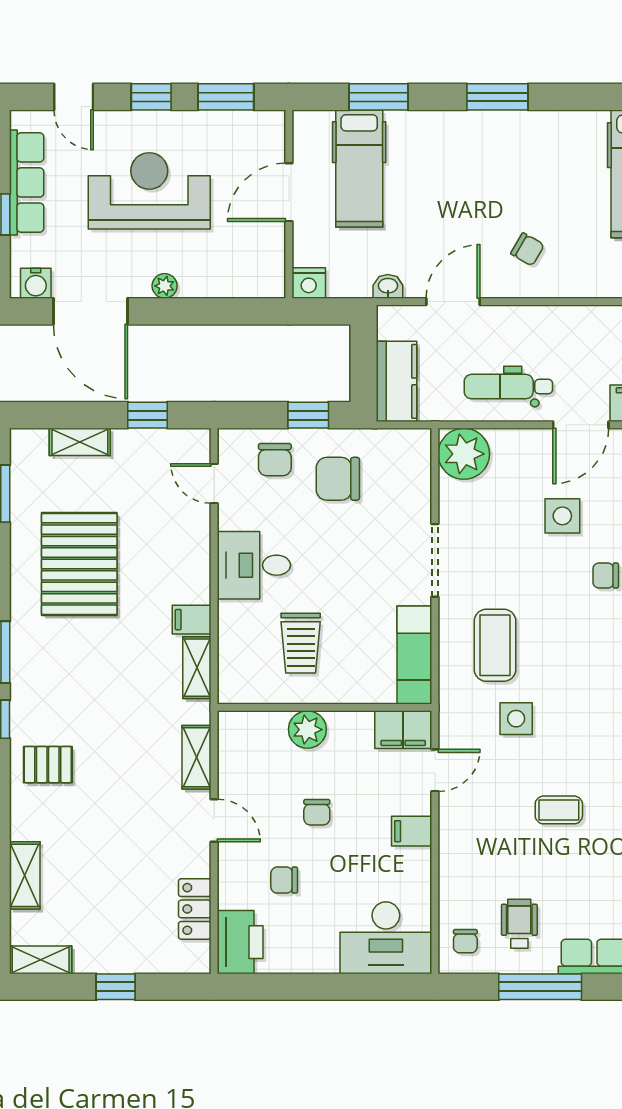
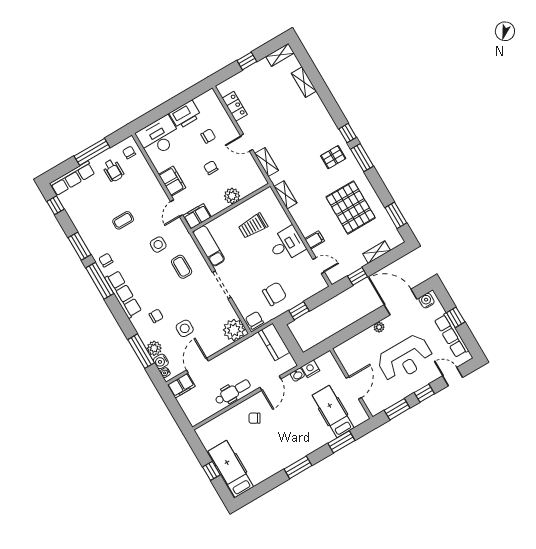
nightstand: (309, 283) -> (311, 369), moved
dental chair: (508, 387) -> (233, 392), moved
chair: (275, 460) -> (255, 320), moved
filing cabinet: (192, 620) -> (315, 240), moved
trolley: (301, 643) -> (253, 226), turned -90
coffee table: (495, 645) -> (182, 267), width x0.73, depth x0.77
pallet: (48, 765) -> (333, 157), moved
filing cabinet: (412, 831) -> (172, 181), width x2.00
printer: (240, 942) -> (185, 115), moved, turned -90

